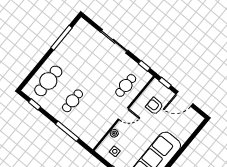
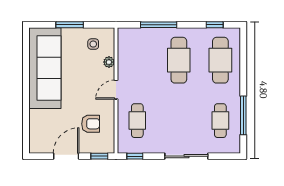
cafe table: (77, 46) -> (220, 121), added
cafe table: (73, 101) -> (179, 60), width x1.37, depth x1.35

